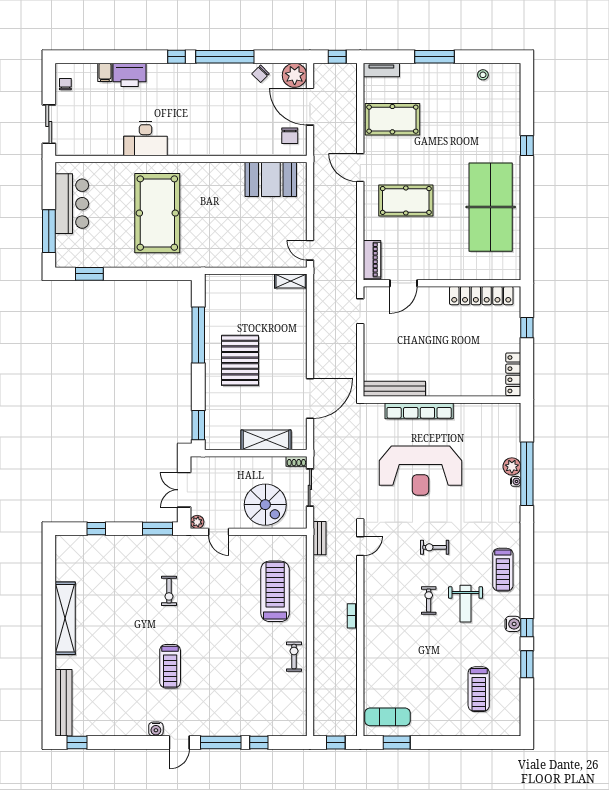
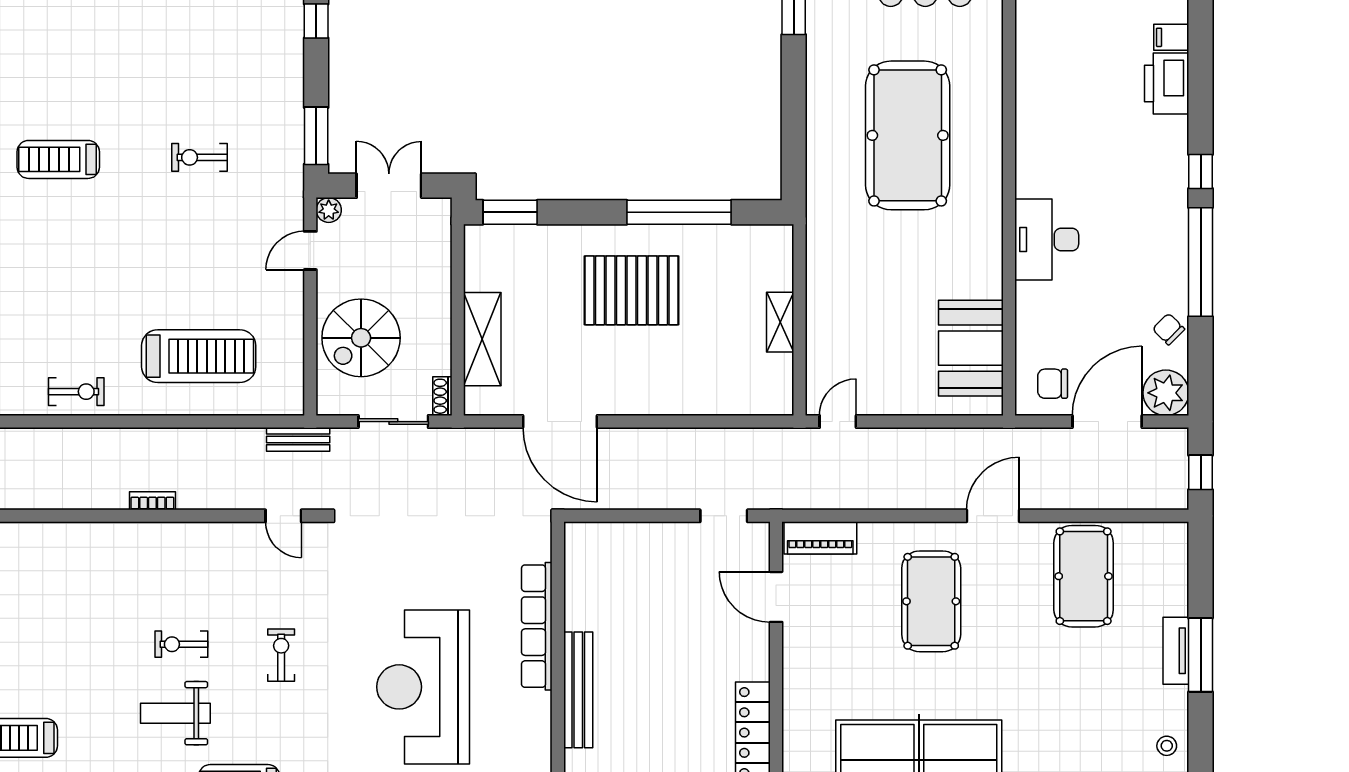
tv unit: (381, 70) -> (1176, 651), moved
desk: (146, 139) -> (1047, 239), moved
pool table: (157, 213) -> (908, 135), turned 90
shelving: (291, 281) -> (780, 322), moved
bench: (394, 389) -> (578, 690), moved
reception desk: (421, 471) -> (423, 687), moved
exercise bike: (429, 601) -> (181, 644), turned 180

